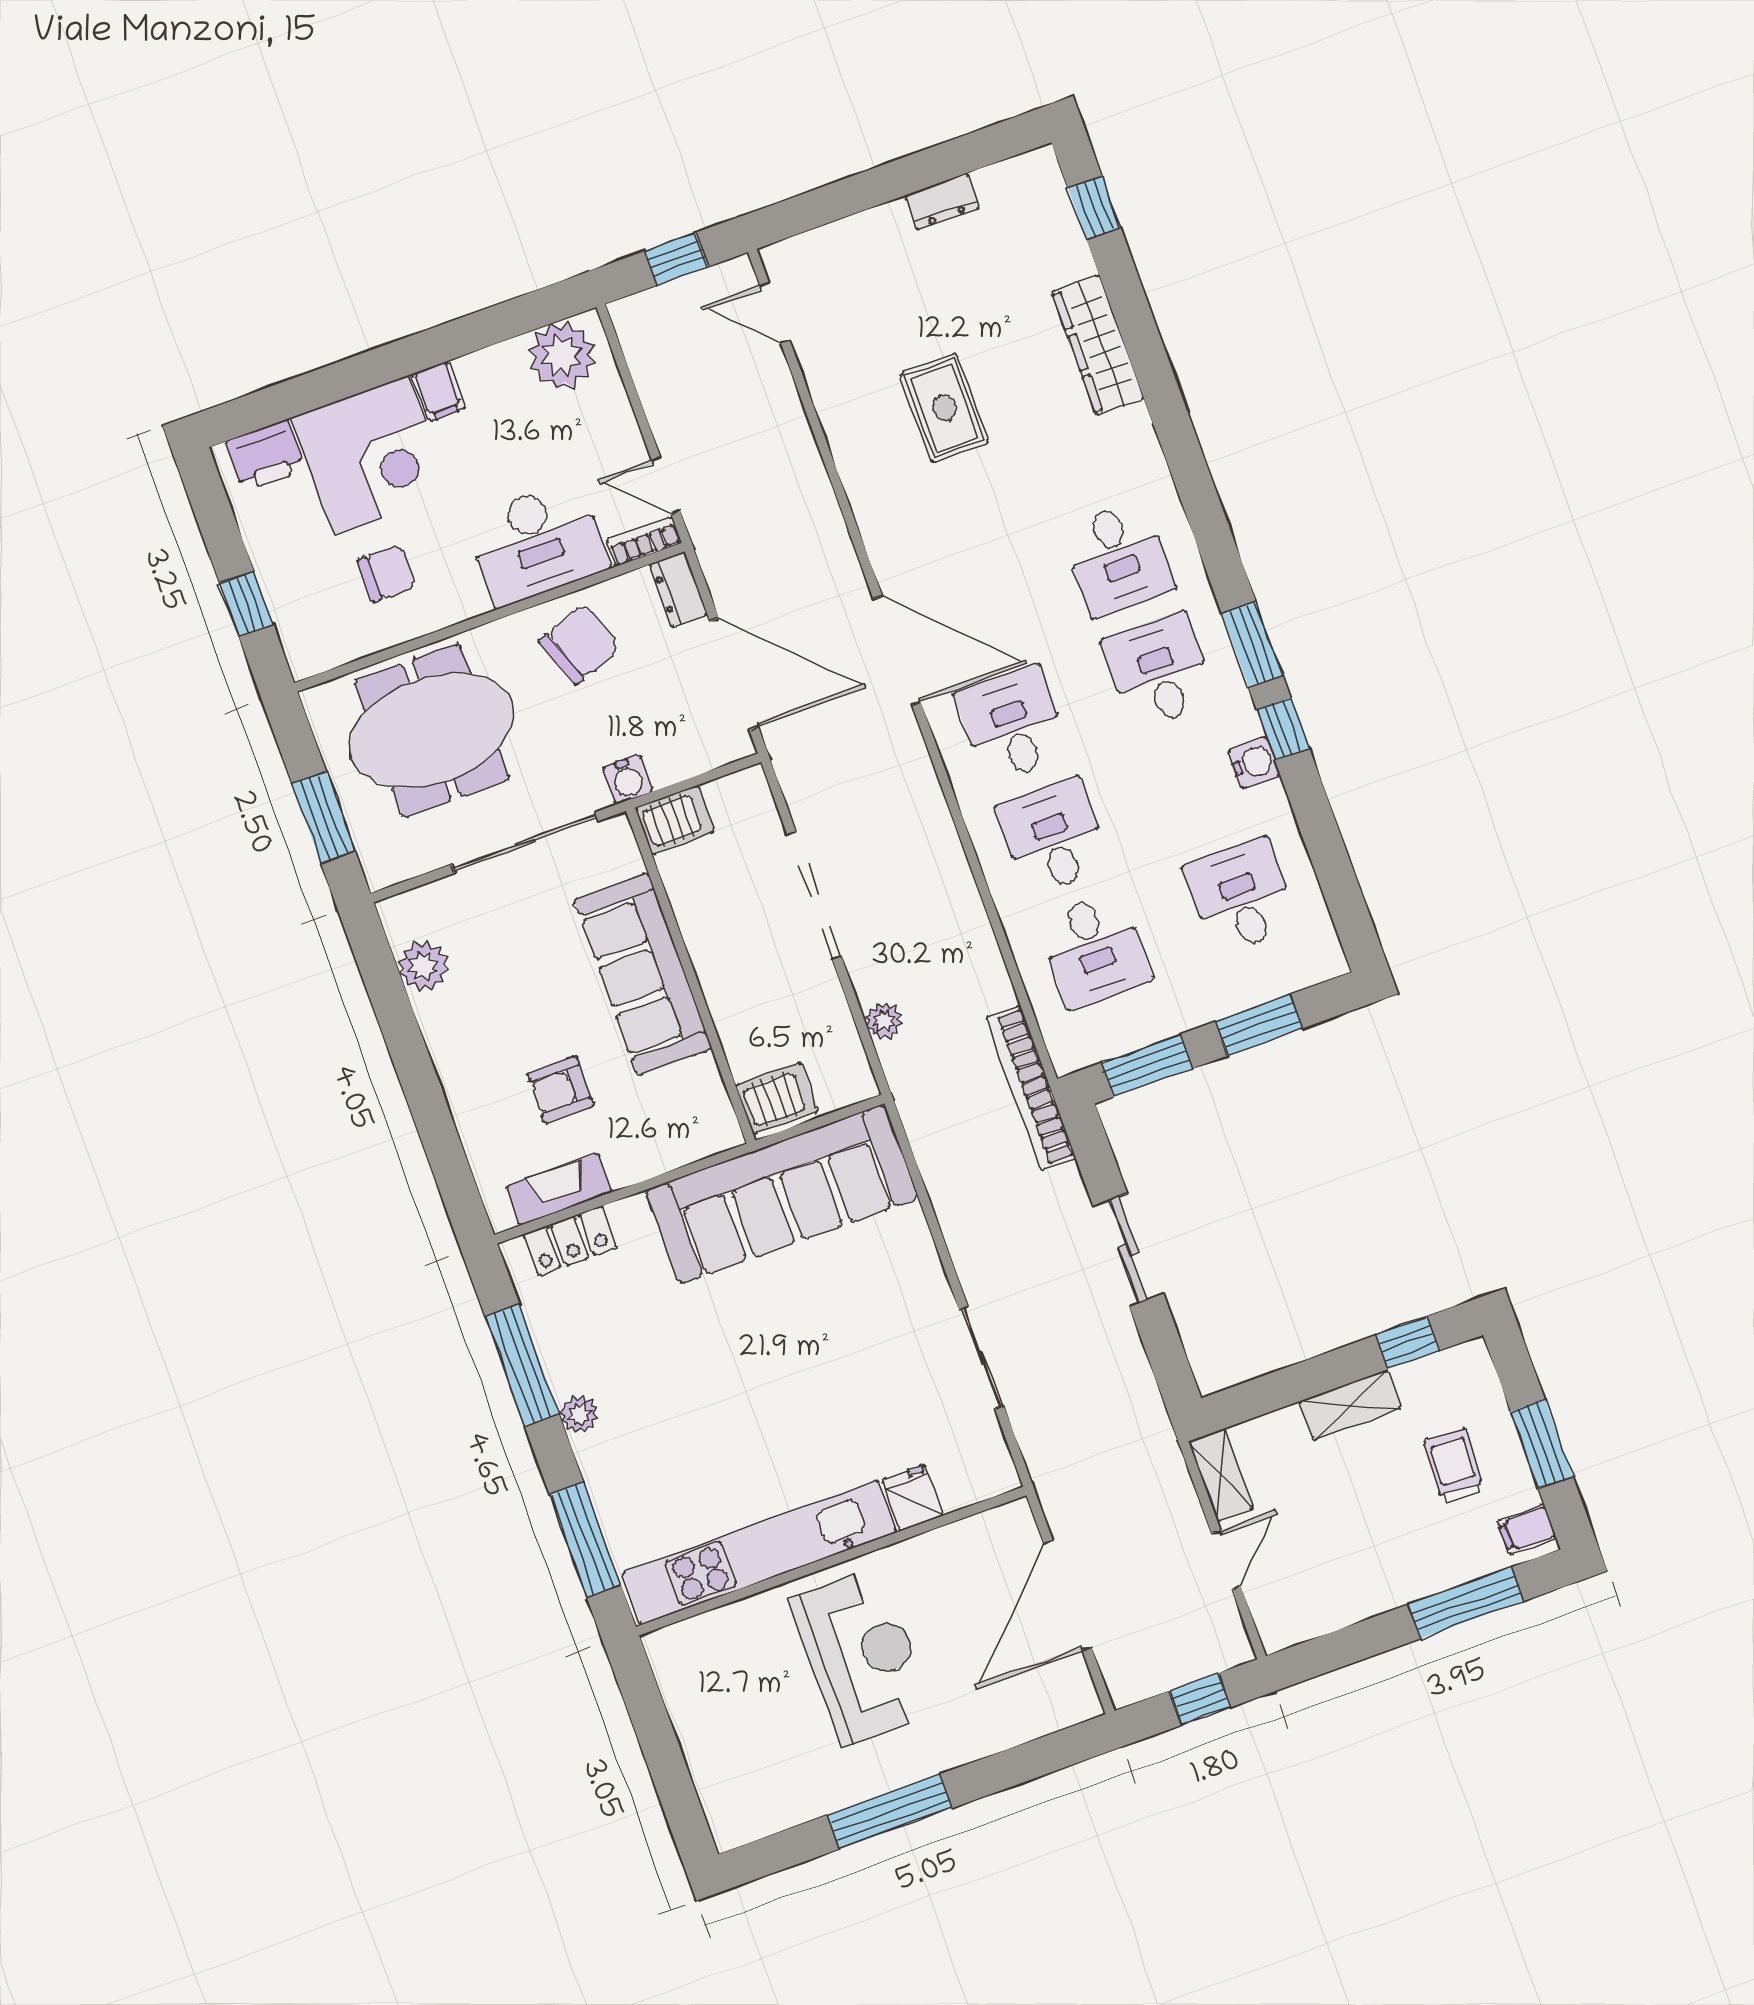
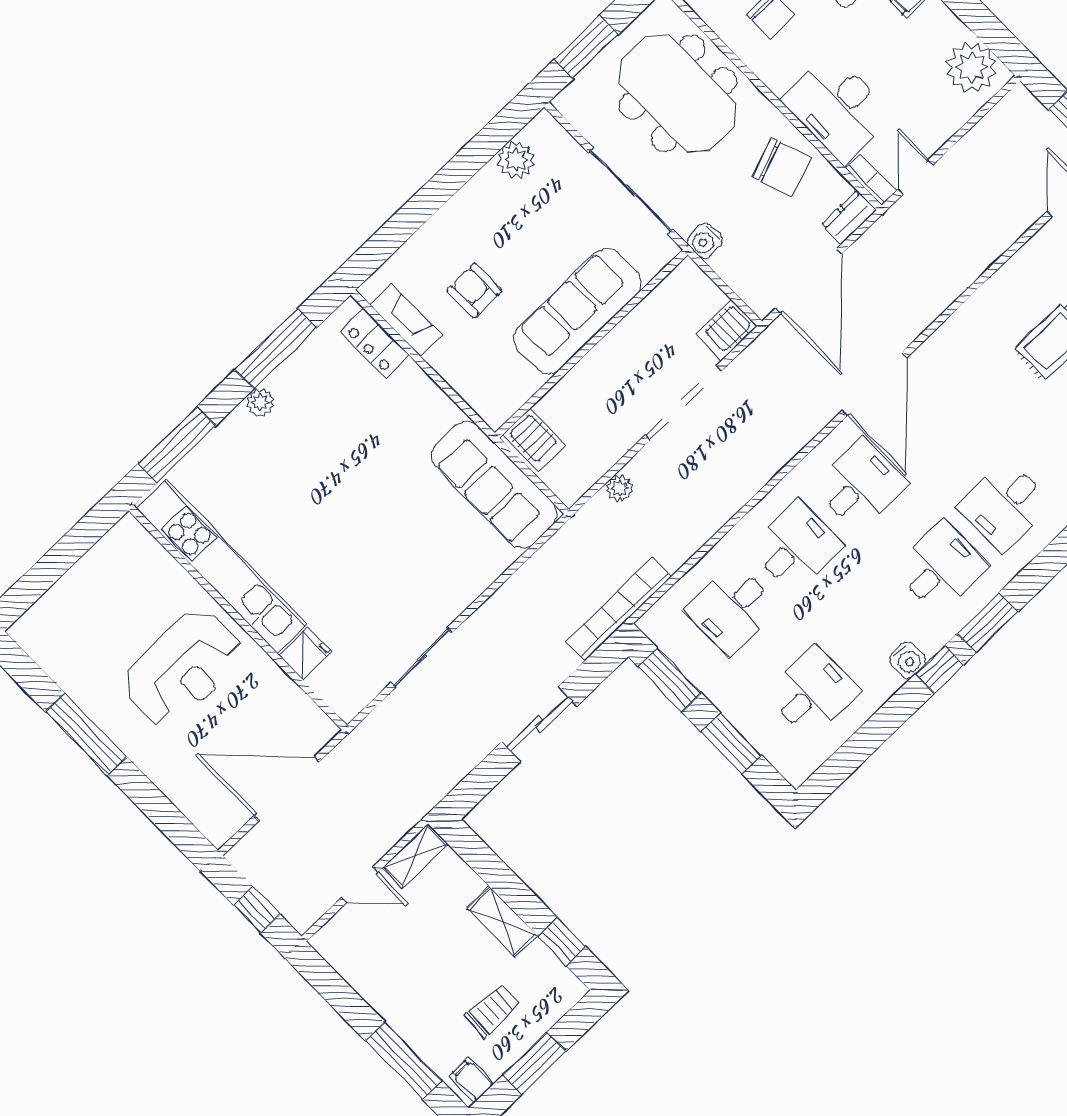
server rack: (675, 820) -> (727, 330), moved, turned 90
sofa: (782, 1194) -> (494, 485), width x0.74, depth x0.79

